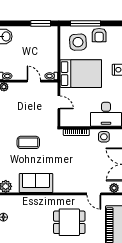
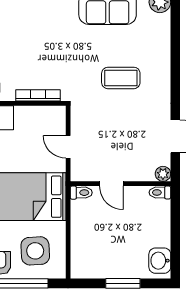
window: (41, 23) -> (123, 283), moved

